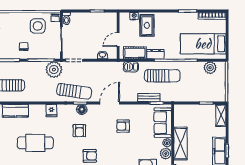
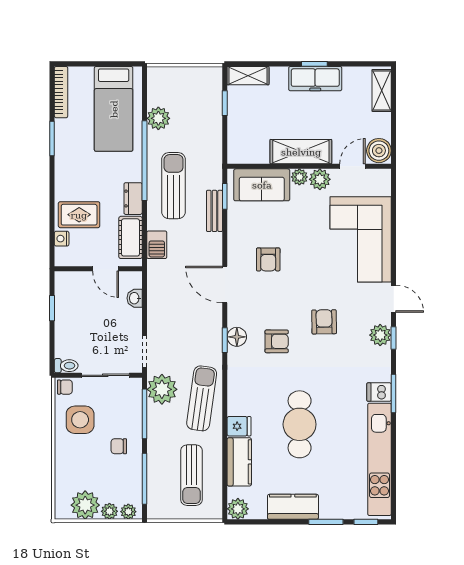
plant: (210, 68) -> (158, 118), moved
sun lounger: (74, 91) -> (202, 398), moved
fridge: (51, 111) -> (239, 426), moved

